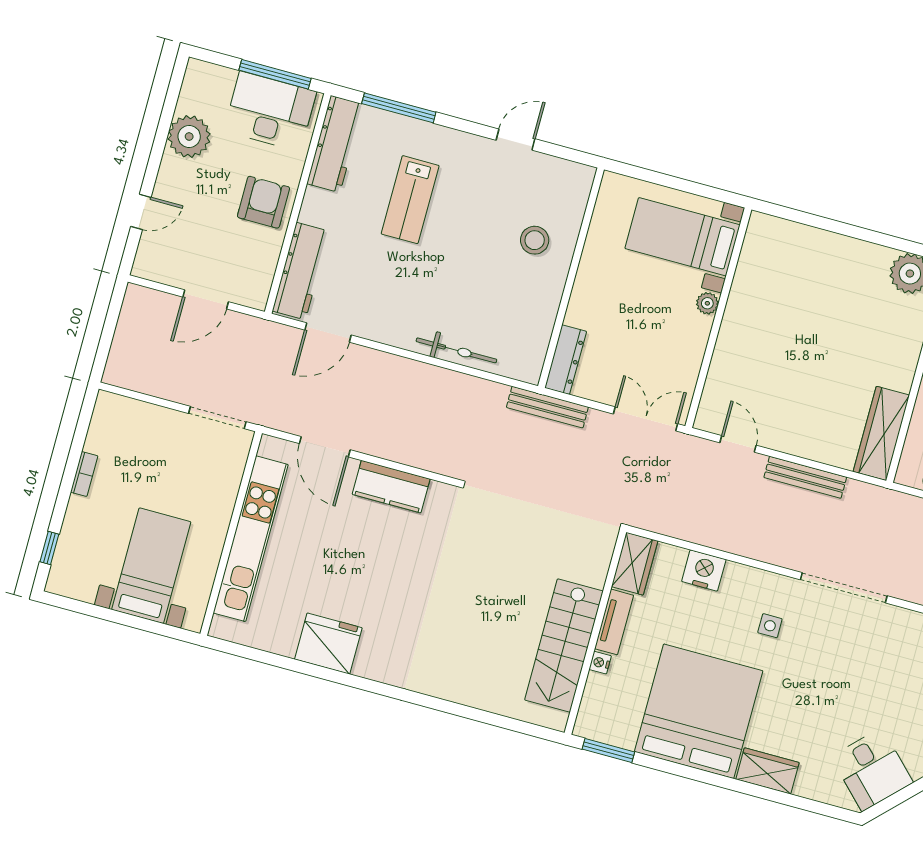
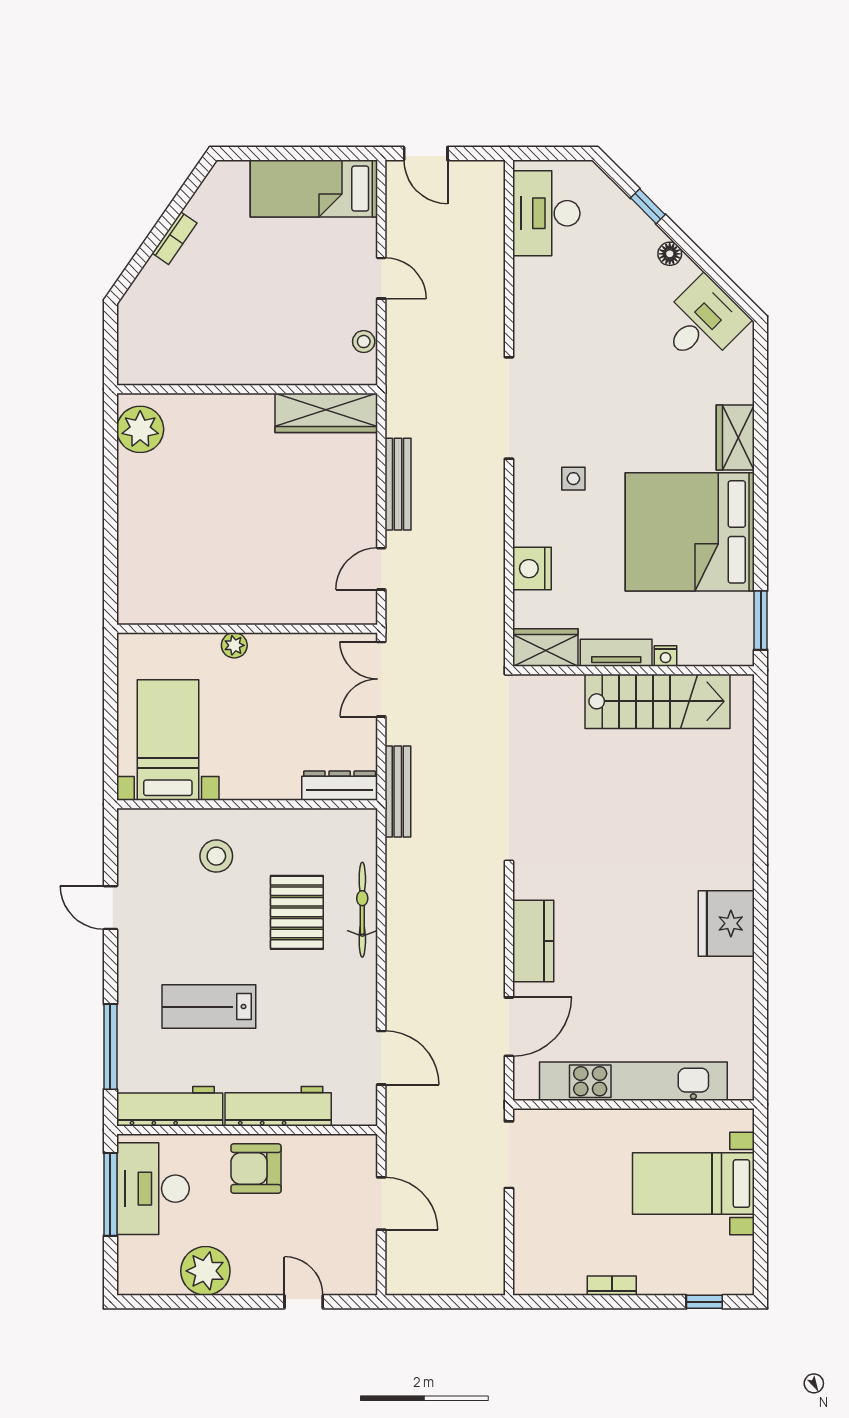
lab bench: (410, 200) -> (209, 1007), turned 180
bed with nightstands: (682, 237) -> (168, 740), moved, turned 180
workbench: (301, 271) -> (278, 1106), moved
pallet: (469, 295) -> (297, 912), added
fridge: (328, 644) -> (726, 923), moved

